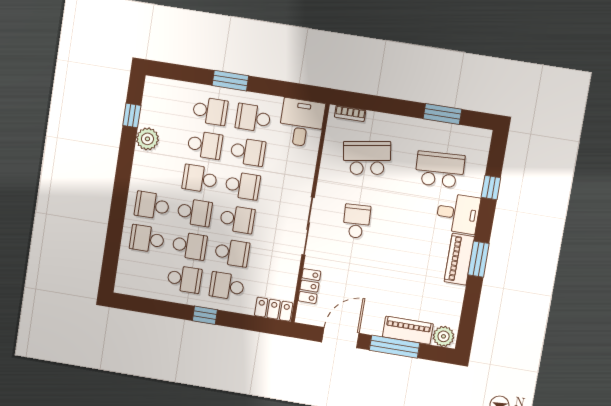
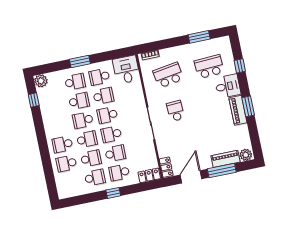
plant: (147, 139) -> (41, 81), moved
school desk: (243, 186) -> (107, 115), turned 180
school desk: (237, 219) -> (111, 134), turned 180
locker: (309, 286) -> (166, 167), moved

